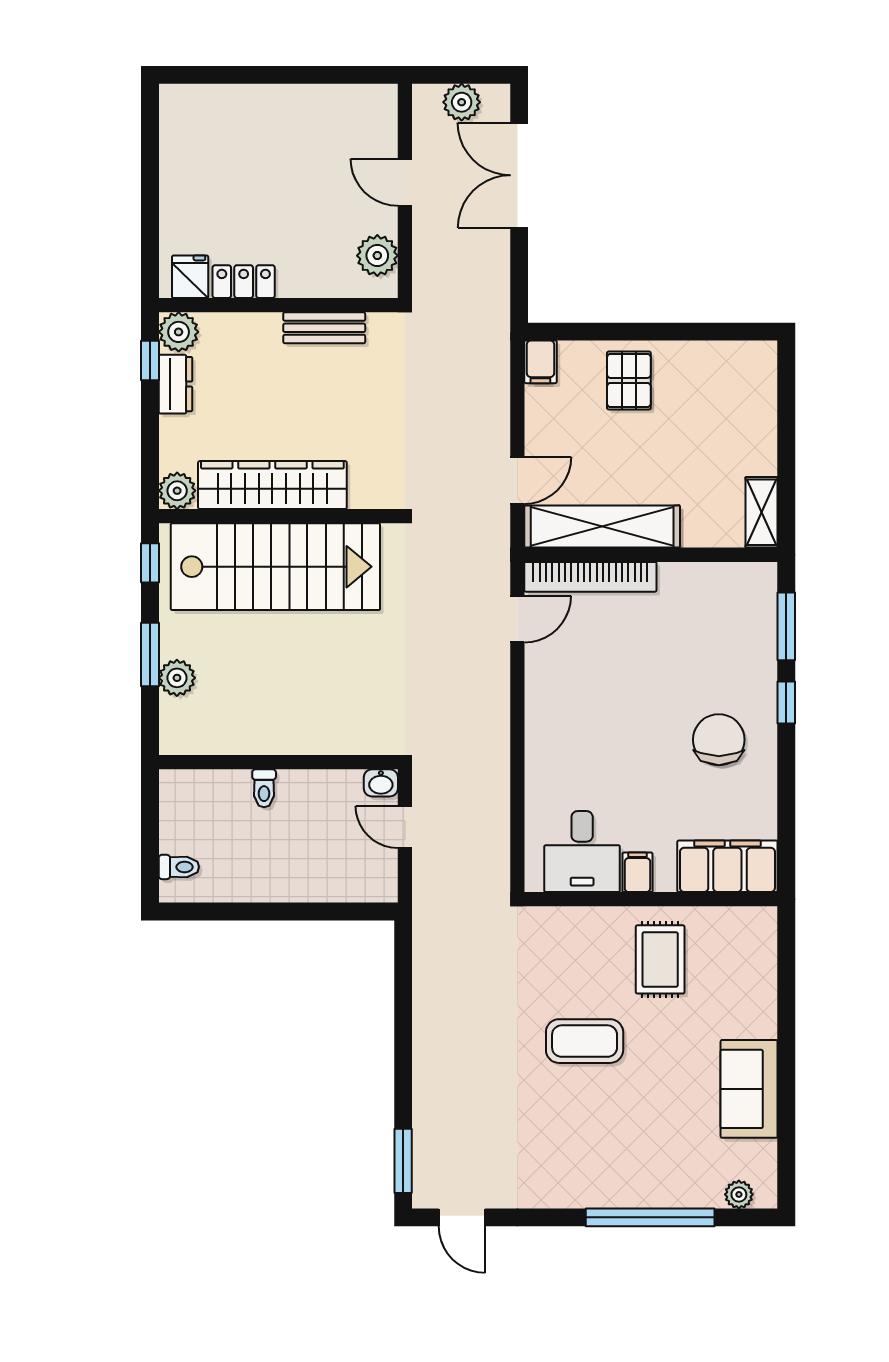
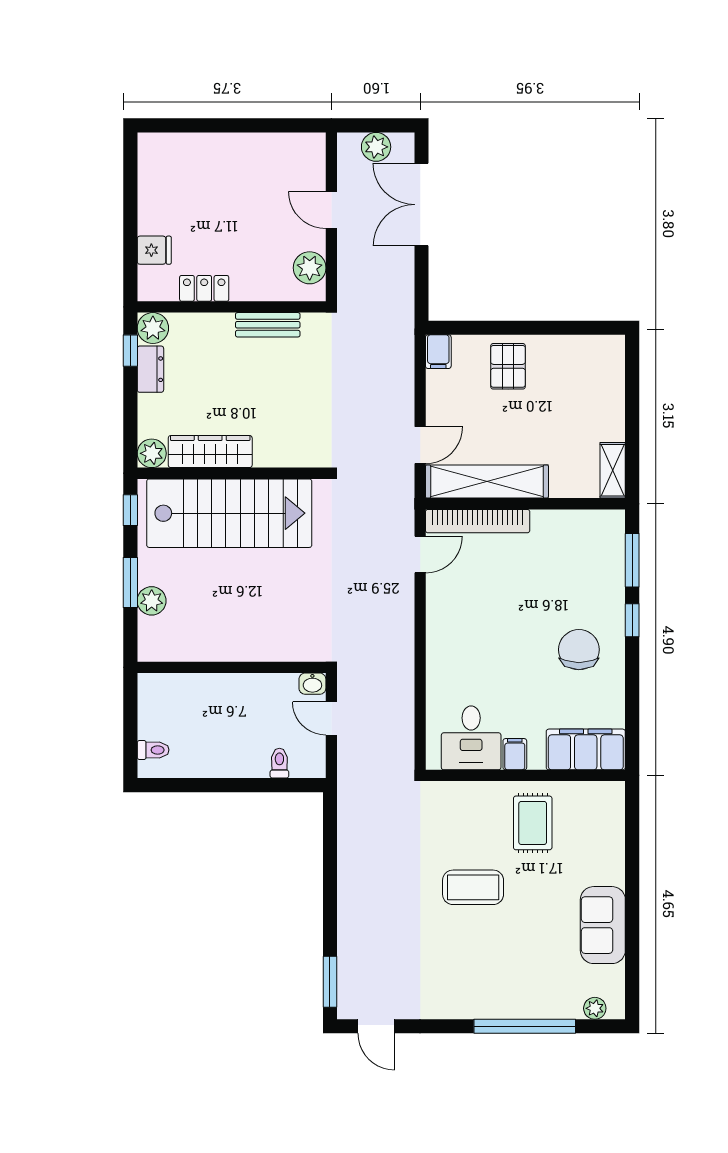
fridge: (190, 277) -> (154, 250), moved, turned 90
wardrobe: (272, 485) -> (210, 452), width x0.71, depth x0.85
toilet: (264, 788) -> (279, 763), moved, turned 180

